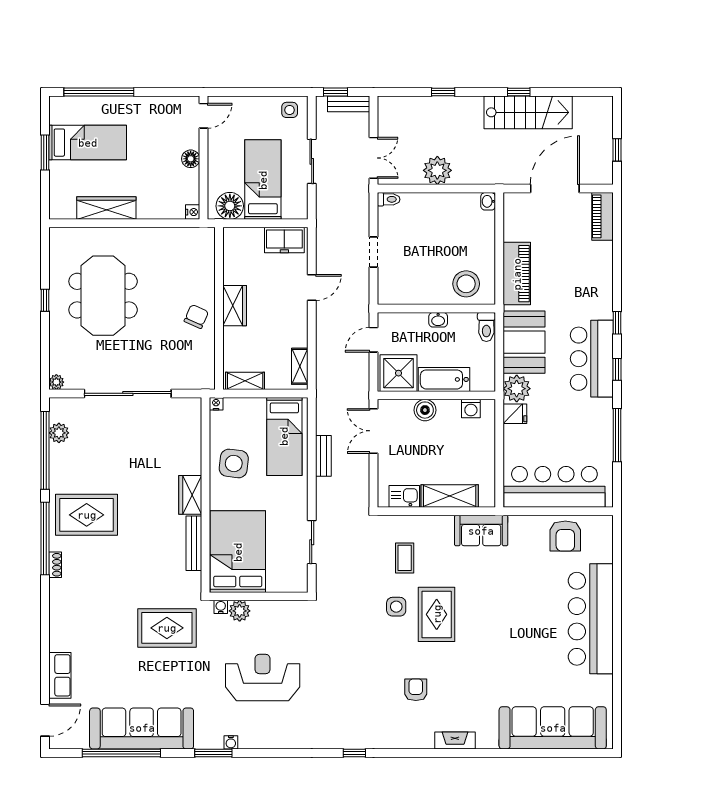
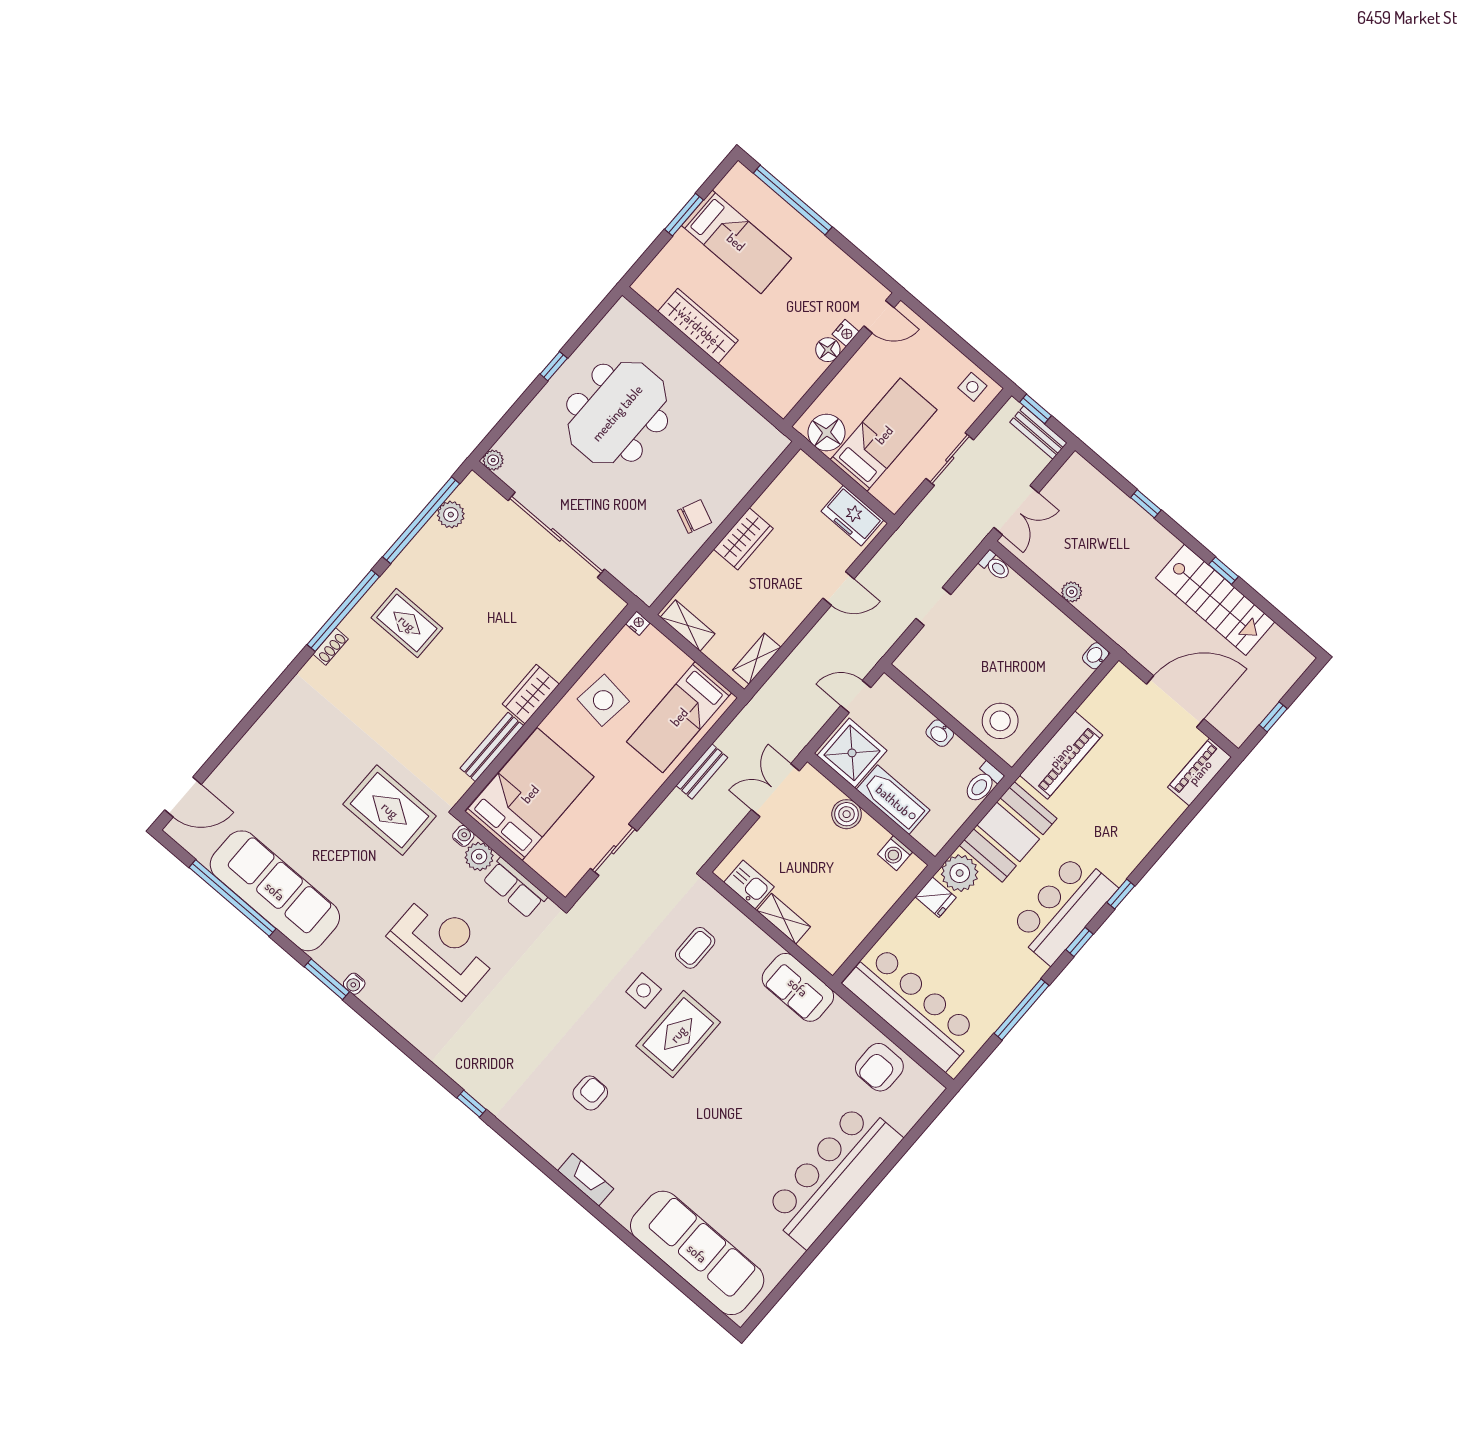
plant: (437, 170) -> (1072, 592), width x0.53, depth x0.53
nightstand: (193, 212) -> (846, 333), moved
shelving: (450, 496) -> (784, 919), width x0.67, depth x0.75
rug: (87, 515) -> (407, 623), width x0.73, depth x0.70
row of seats: (60, 675) -> (515, 888), moved, turned 90

